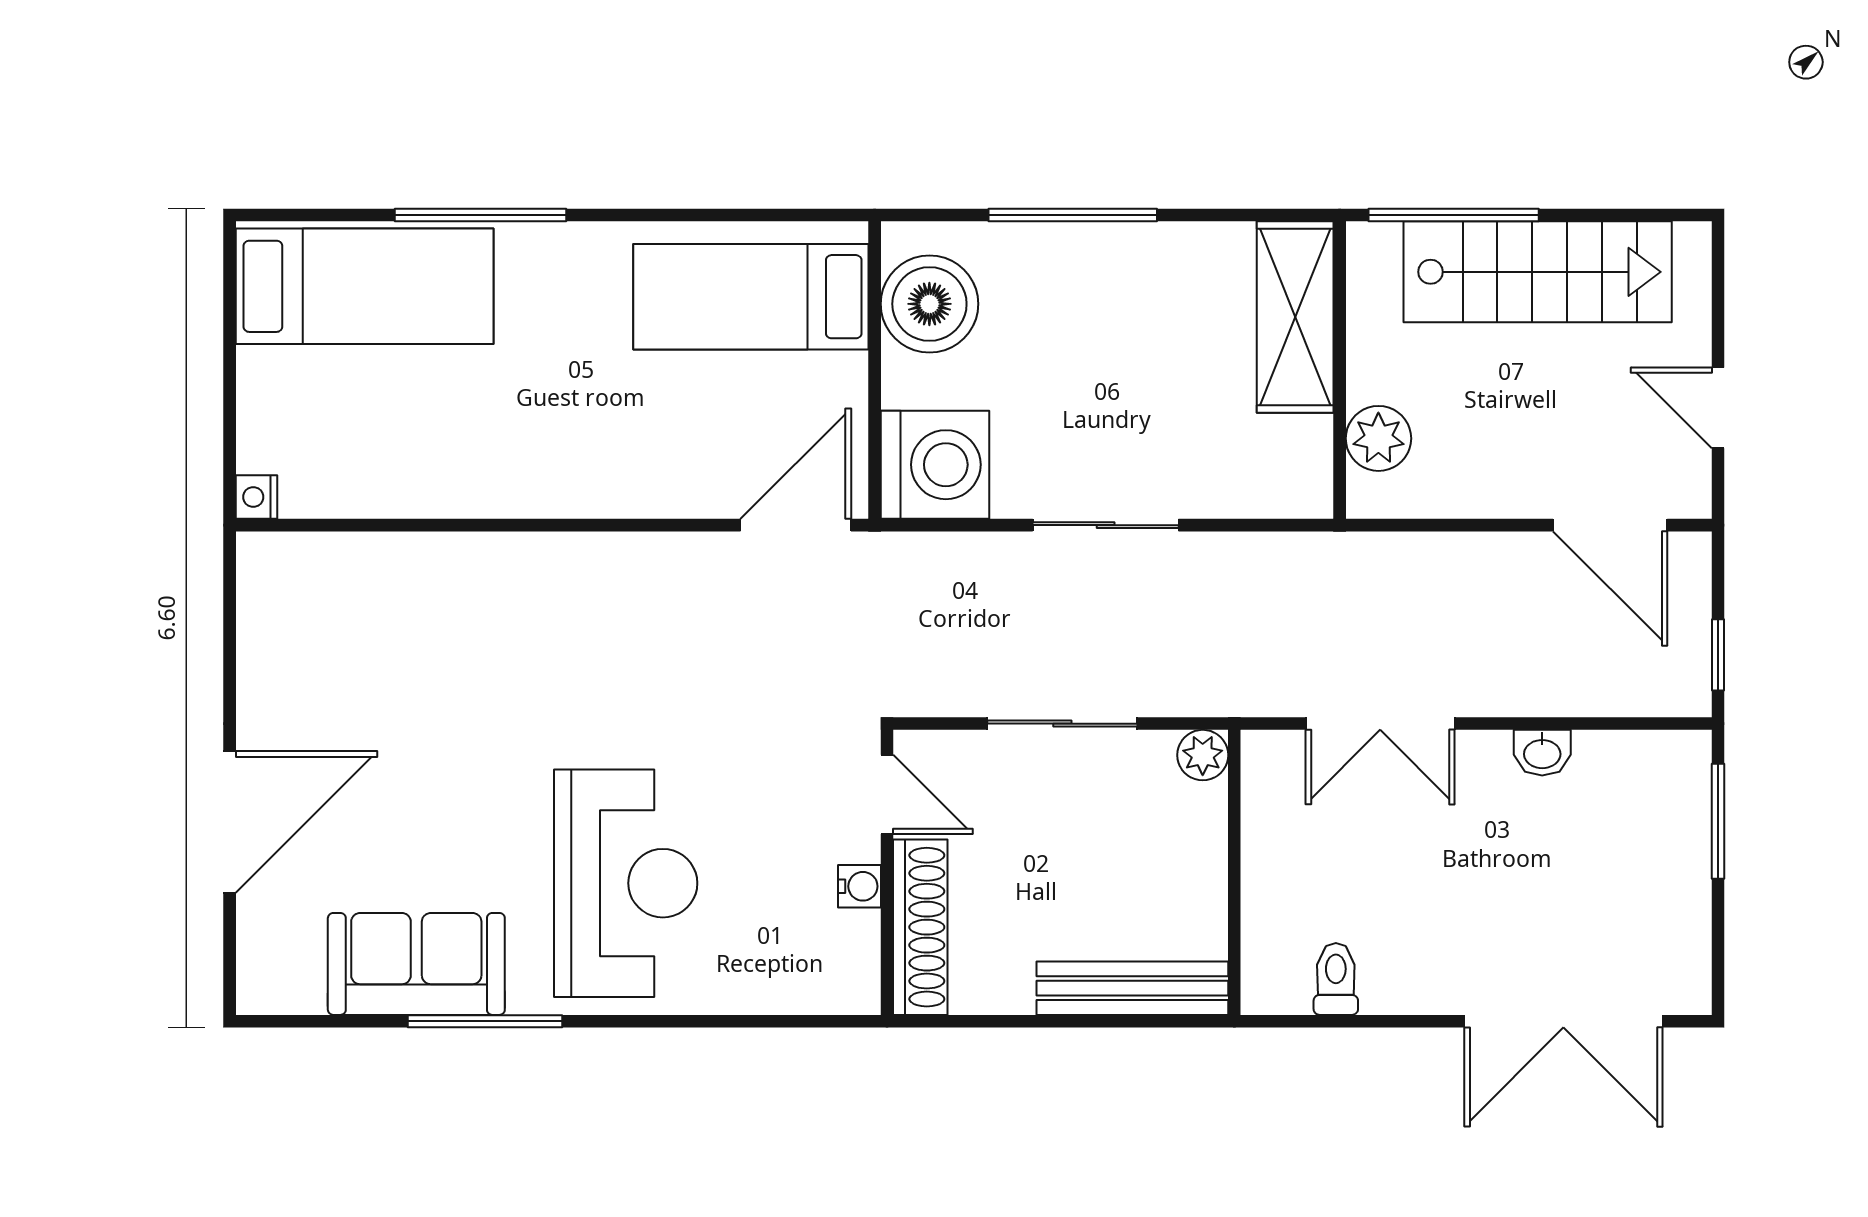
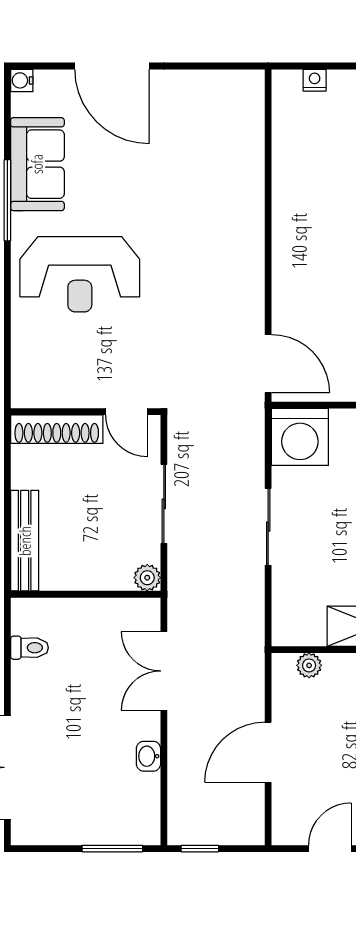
plant: (1378, 438) -> (309, 665), width x0.73, depth x0.73
nightstand: (257, 497) -> (315, 80), moved
door: (1610, 525) -> (268, 752), moved
door: (887, 794) -> (127, 412), hinge flipped
water cooler: (860, 886) -> (22, 80), moved, turned 90

